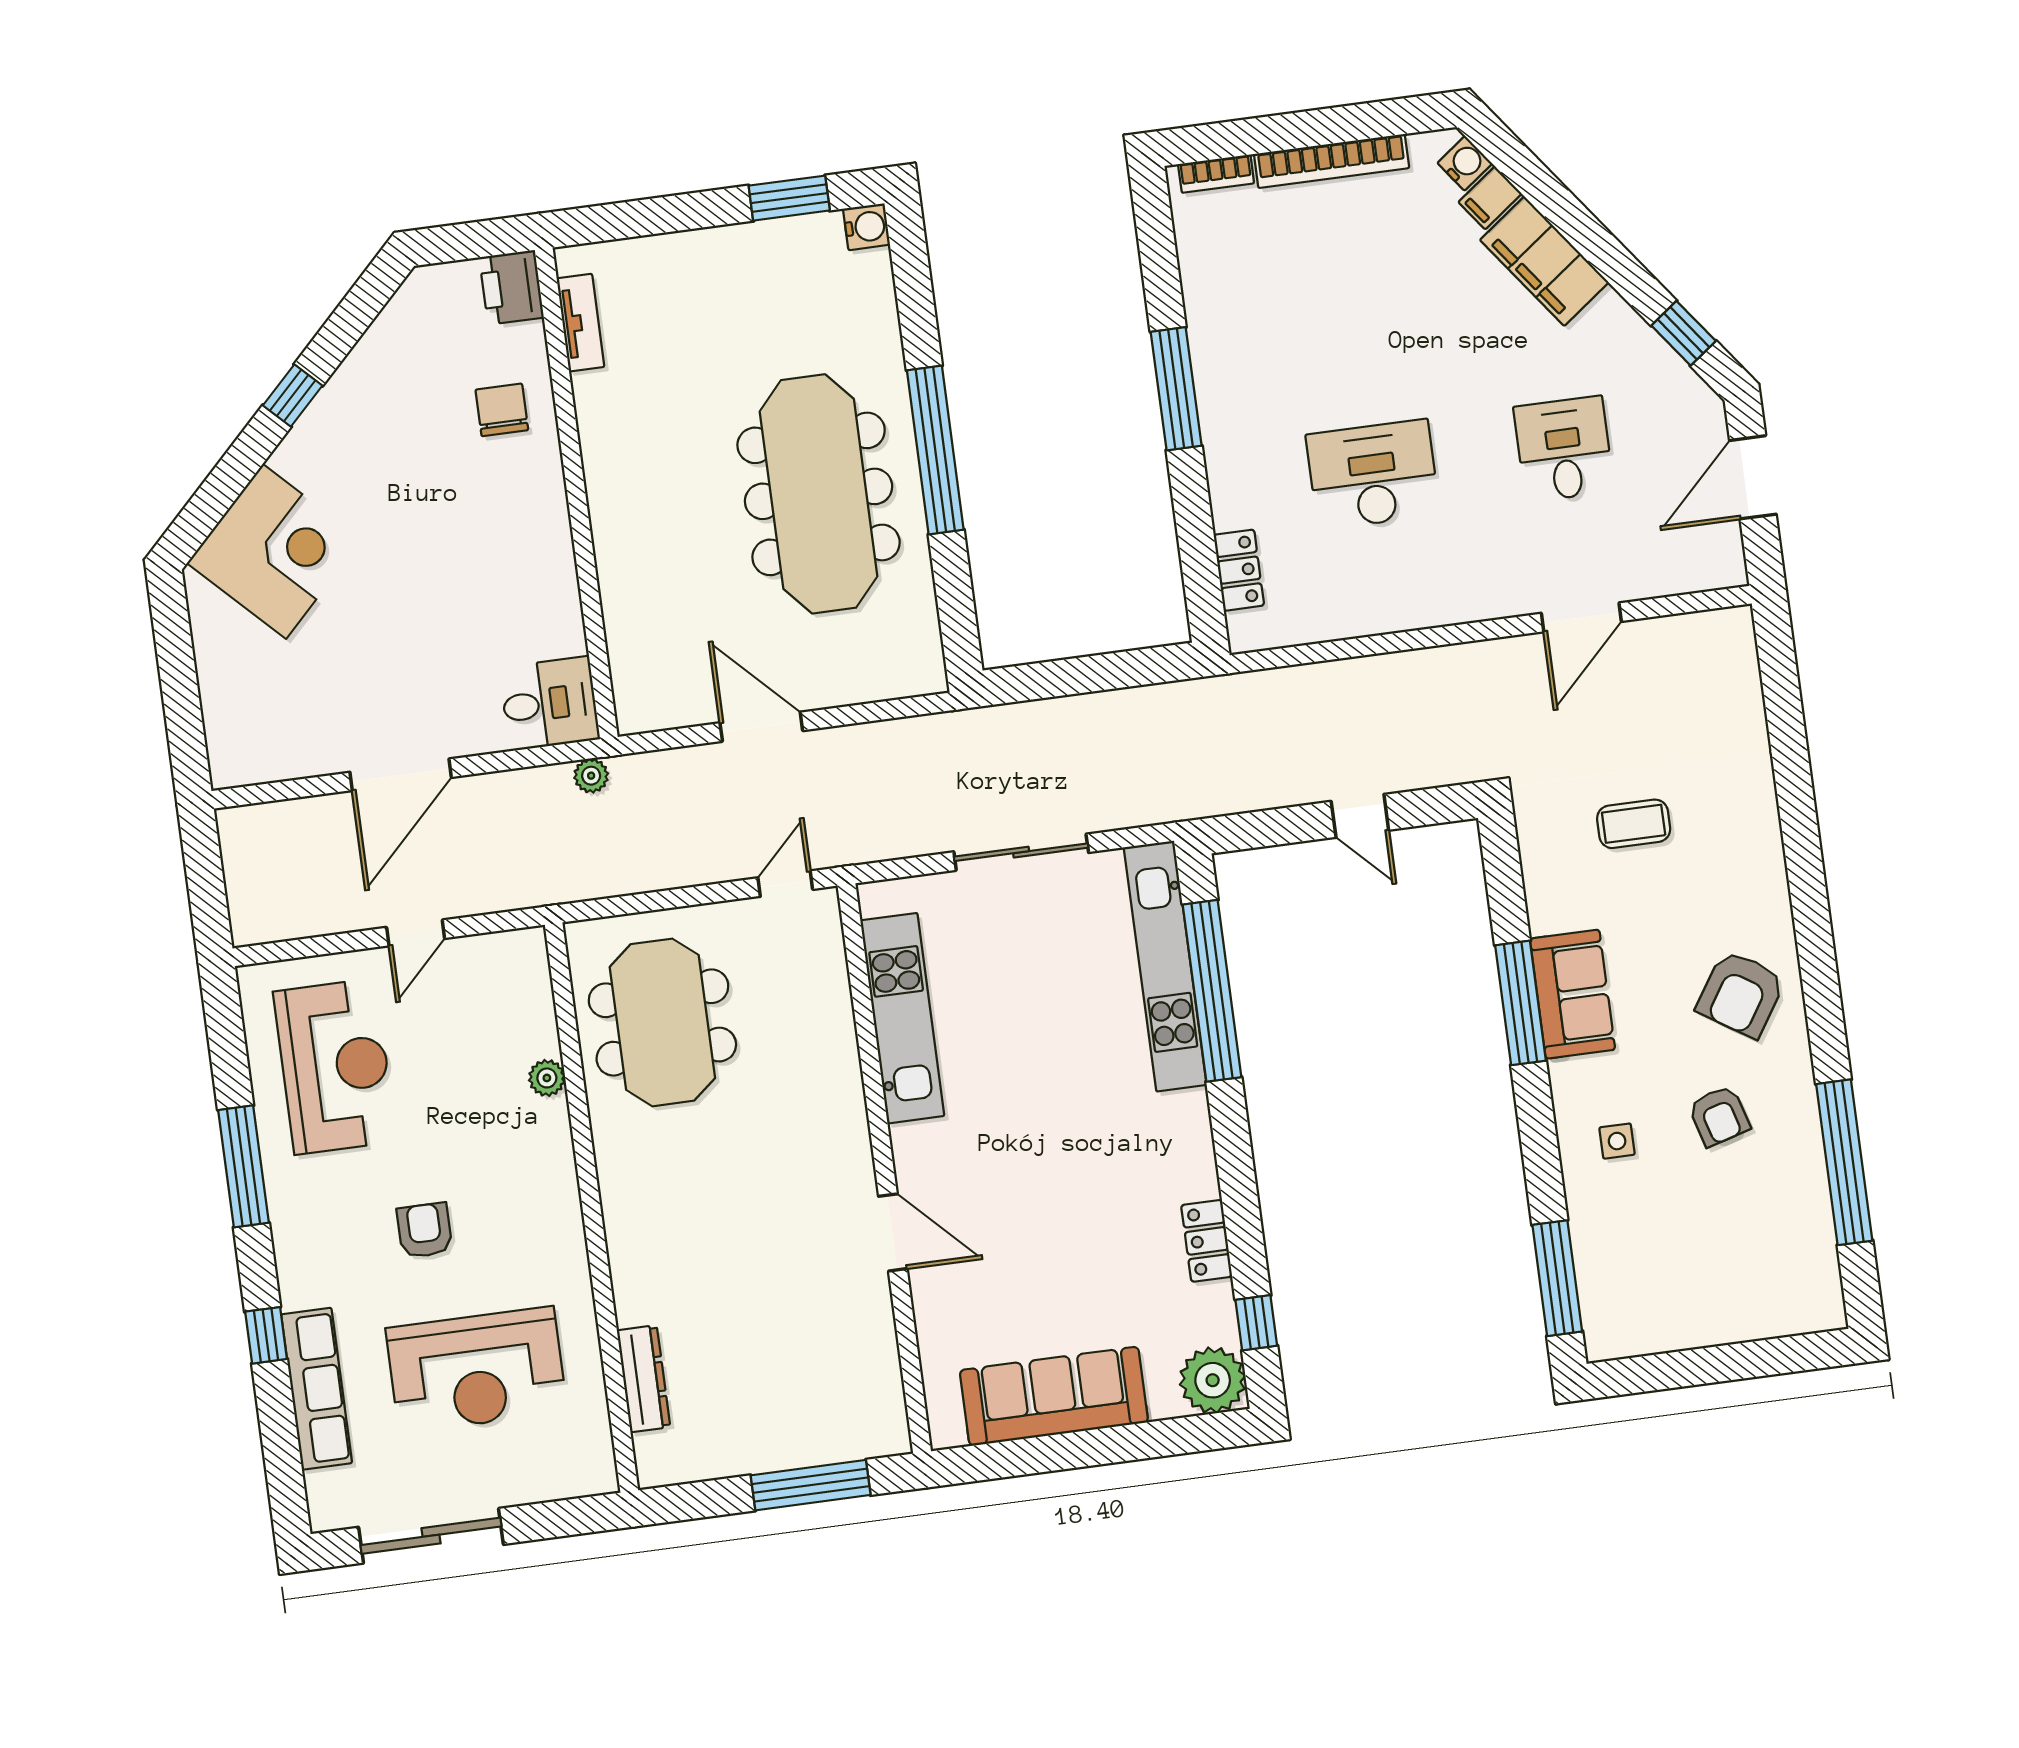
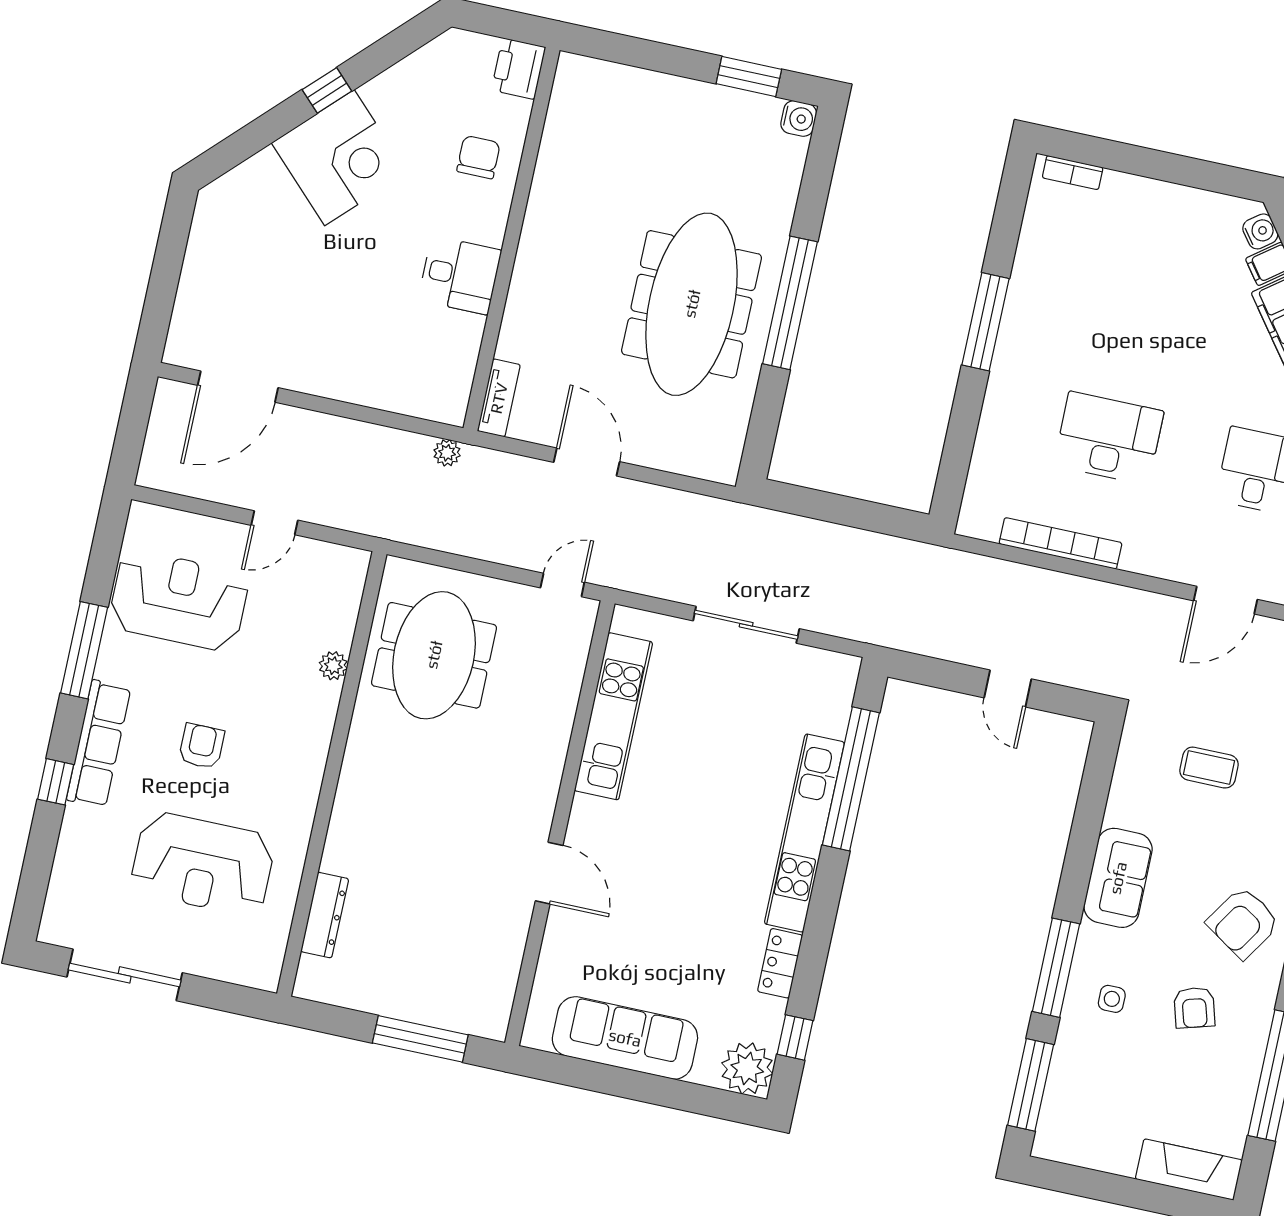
bookcase: (1332, 161) -> (1060, 543), moved, turned 180
tv unit: (580, 323) -> (499, 398), moved
corner desk: (274, 551) -> (339, 158), moved
locker: (1239, 570) -> (983, 473), removed
desk: (549, 703) -> (460, 275), moved
door: (401, 775) -> (238, 387), moved
kitchen unit: (1165, 966) -> (804, 833), moved
window: (1521, 1003) -> (1056, 968), moved
reception desk: (335, 1067) -> (179, 600), turned -90
fireplace: (1782, 1311) -> (1189, 1170), added
row of seats: (317, 1389) -> (99, 744), moved

